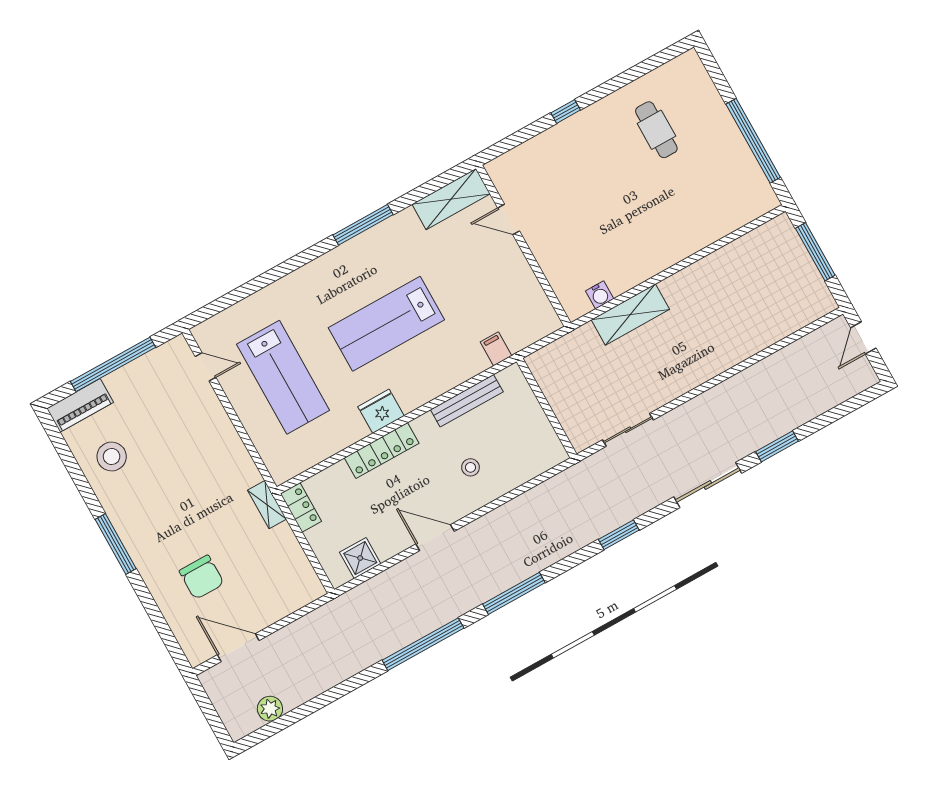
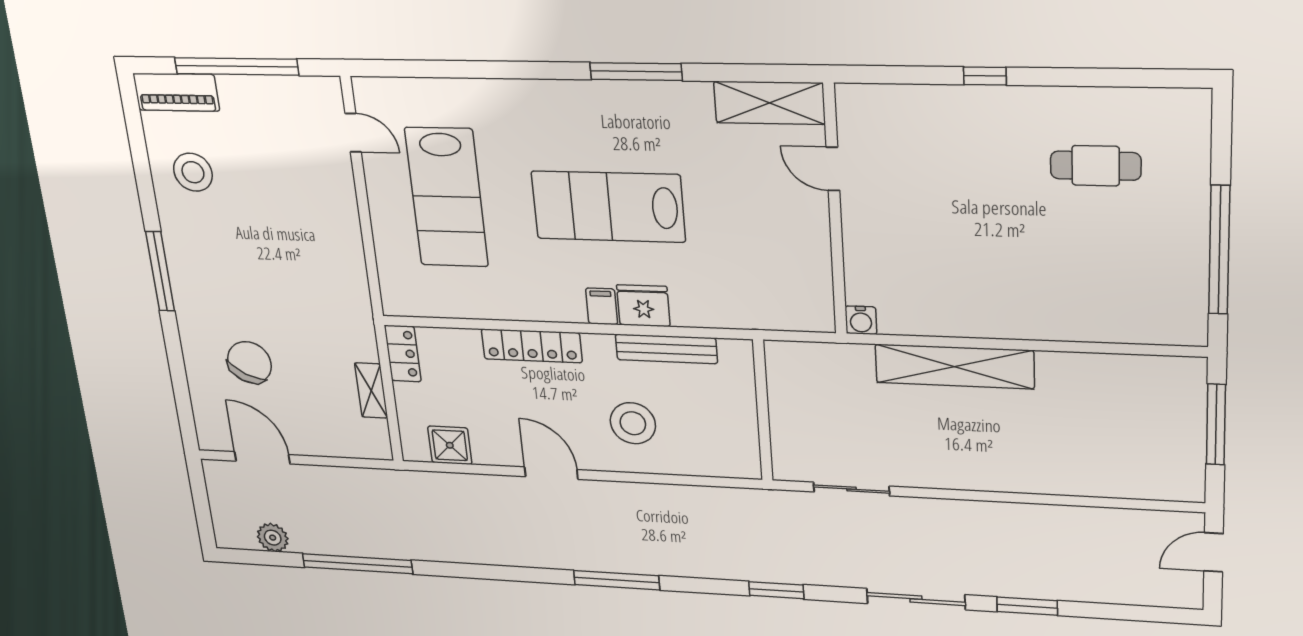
cafe table: (656, 130) -> (1096, 166), turned 90
water cooler: (600, 295) -> (861, 320), moved
shelving: (630, 315) -> (954, 367), width x1.47
filing cabinet: (496, 349) -> (602, 306), moved
fridge: (381, 411) -> (643, 306), moved
stool: (470, 467) -> (633, 423), width x1.89, depth x1.89
shelving: (267, 505) -> (371, 391), moved
chair: (202, 577) -> (249, 362), turned -153
window: (423, 644) -> (357, 564), moved

